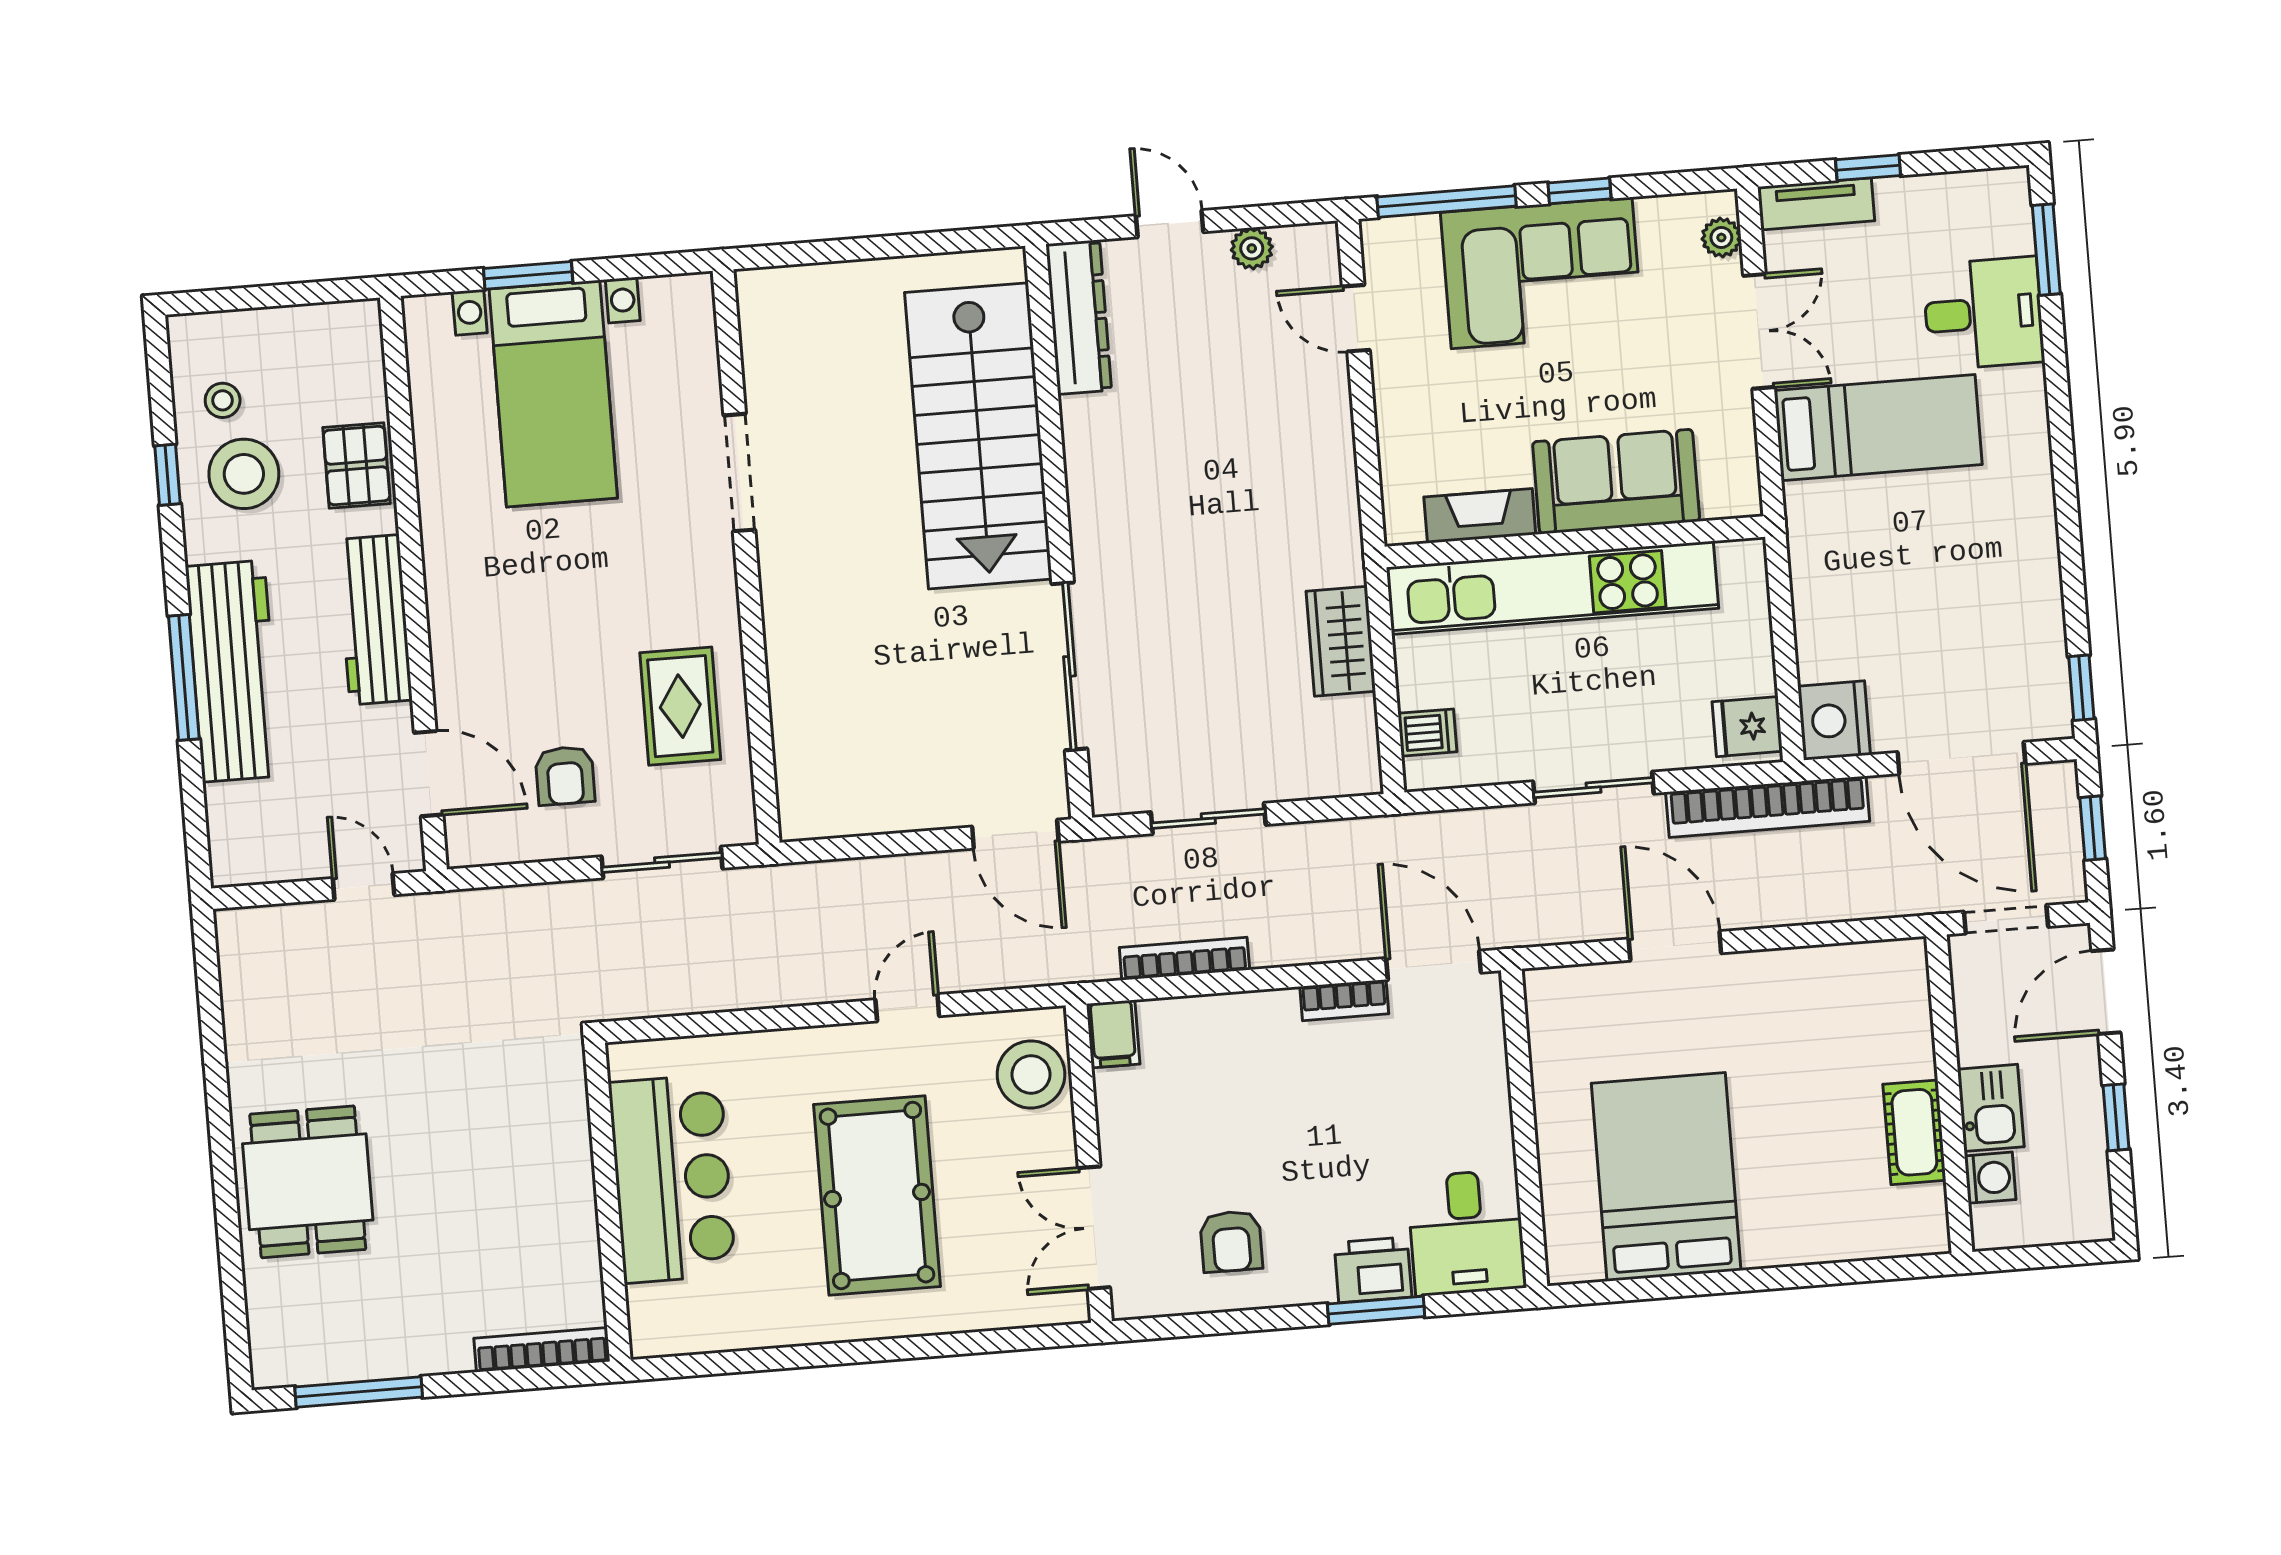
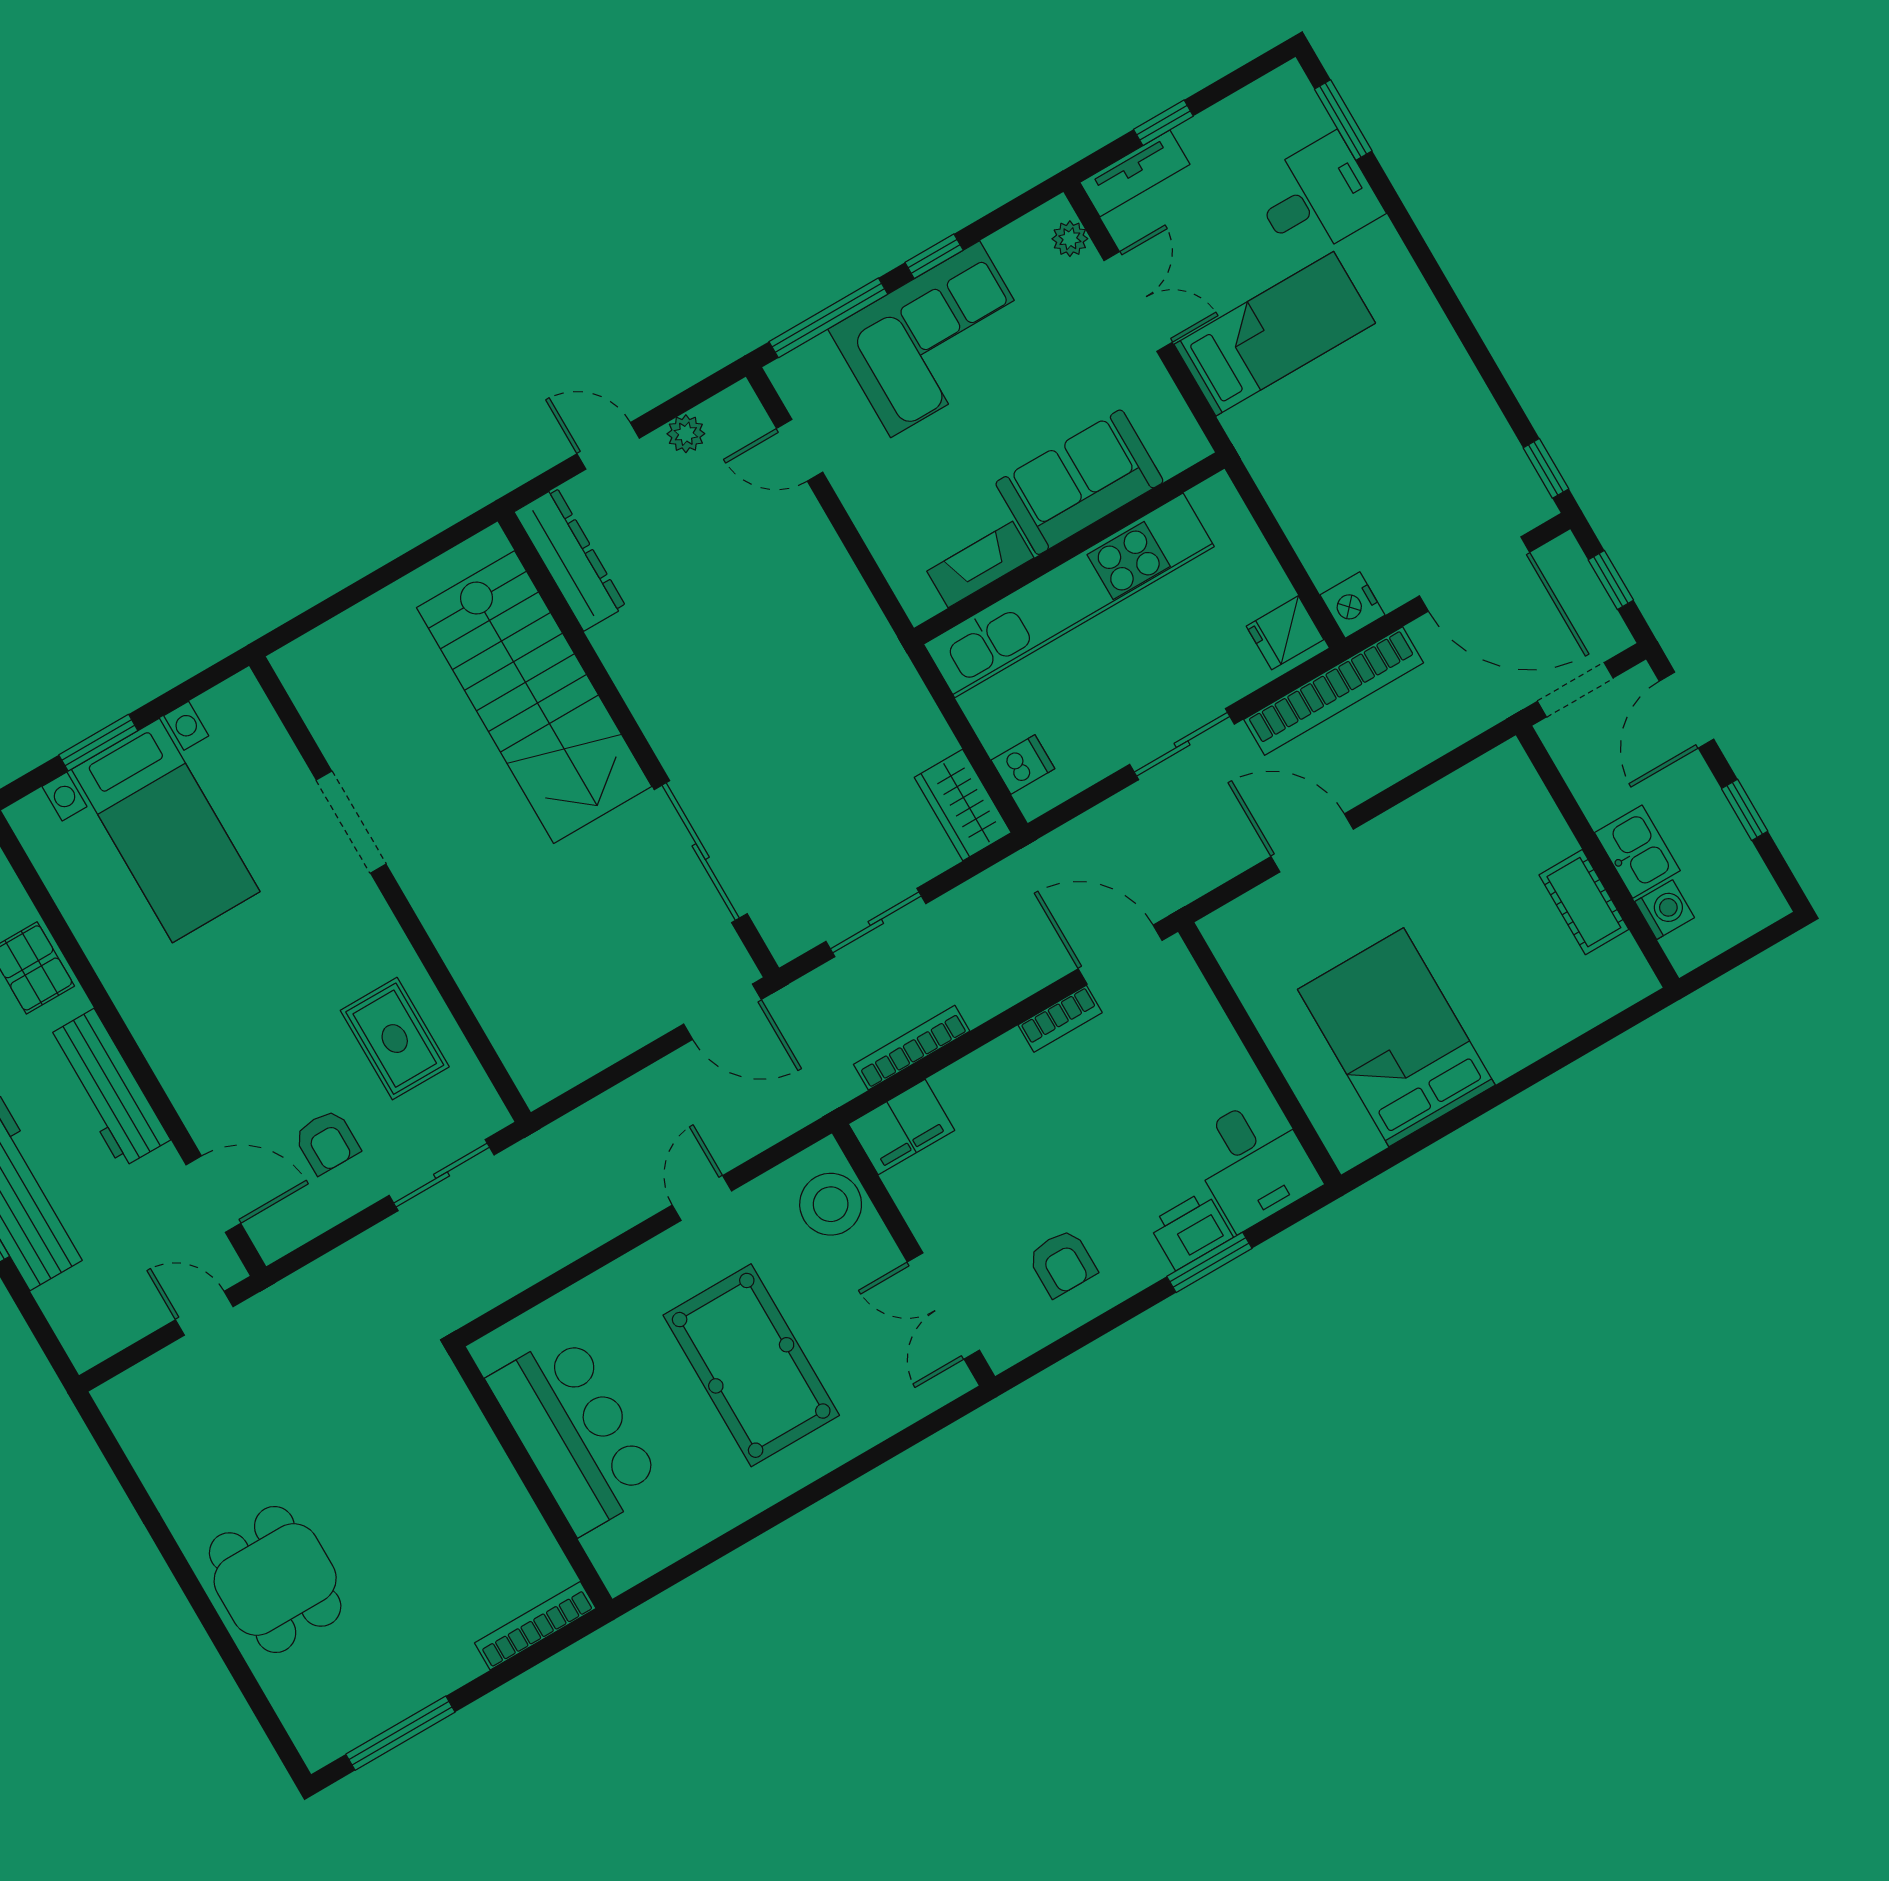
wardrobe: (1341, 641) -> (963, 805), moved
nightstand: (1834, 721) -> (1352, 605), width x0.74, depth x0.75
filing cabinet: (1113, 1034) -> (902, 1127), width x2.00

